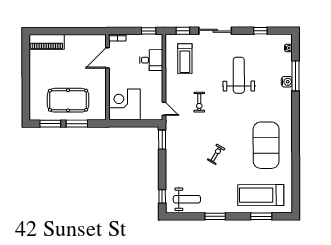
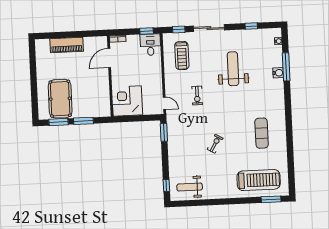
piano: (47, 42) -> (67, 45), moved
desk: (151, 60) -> (150, 45), moved, turned -90
pool table: (68, 100) -> (60, 99), moved, turned 90
exercise mat: (266, 145) -> (262, 133), width x0.50, depth x0.69
treadmill: (261, 195) -> (259, 180), turned 180
weight bench: (187, 199) -> (190, 187), turned 180
window: (215, 216) -> (217, 202), removed
window: (261, 216) -> (271, 199), moved

